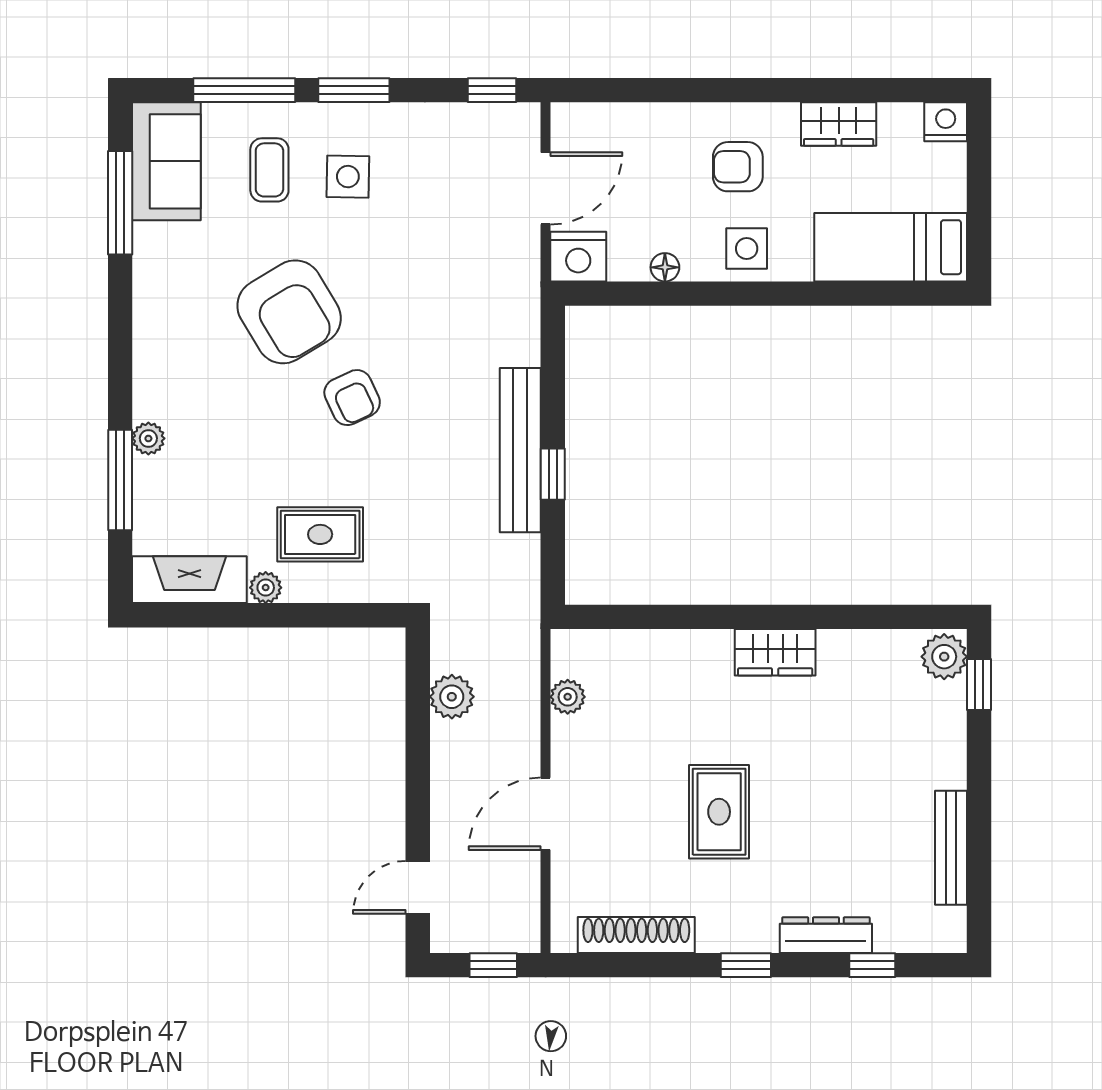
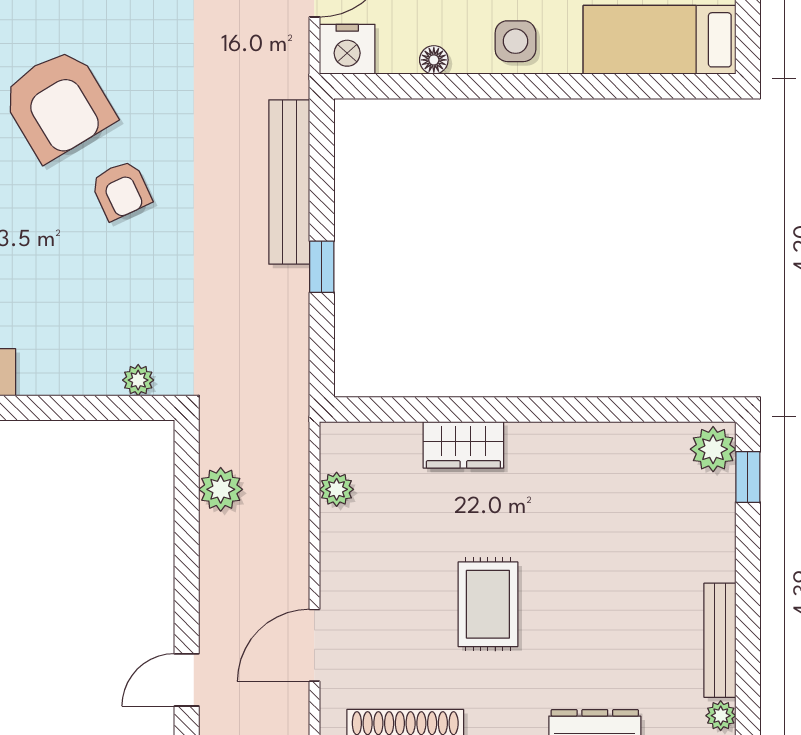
bench: (520, 450) -> (289, 182), moved
rug: (320, 534) -> (89, 327), removed
plant: (266, 588) -> (138, 380), moved
wardrobe: (775, 652) -> (463, 445), moved
door: (546, 814) -> (314, 645), moved
plant: (952, 923) -> (721, 716), added

